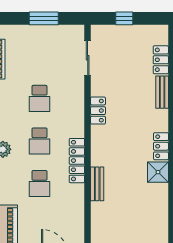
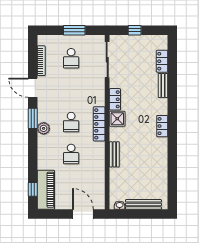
sliding door: (88, 58) -> (107, 60), width x1.37
school desk: (40, 98) -> (71, 58), moved
locker: (77, 161) -> (99, 124), moved
shower: (158, 172) -> (117, 119), moved

